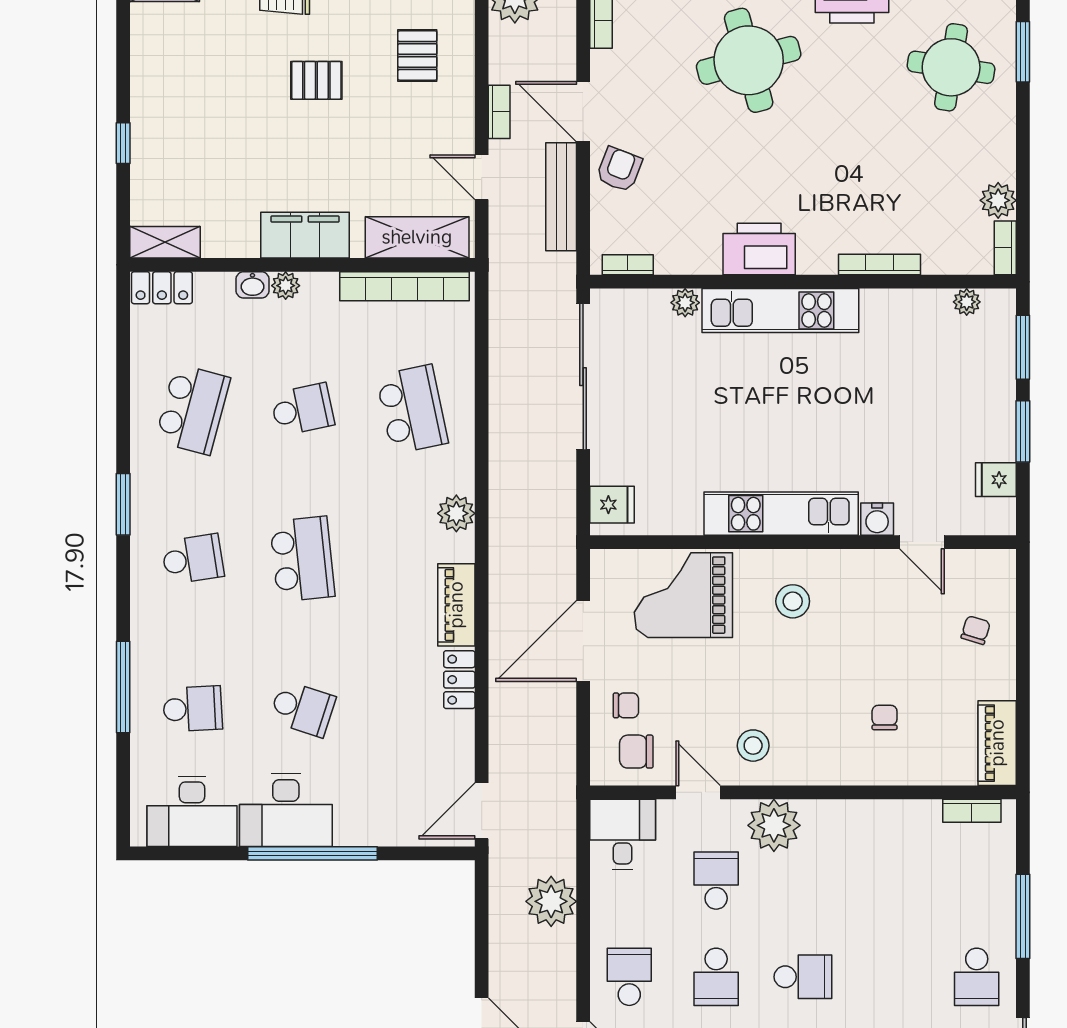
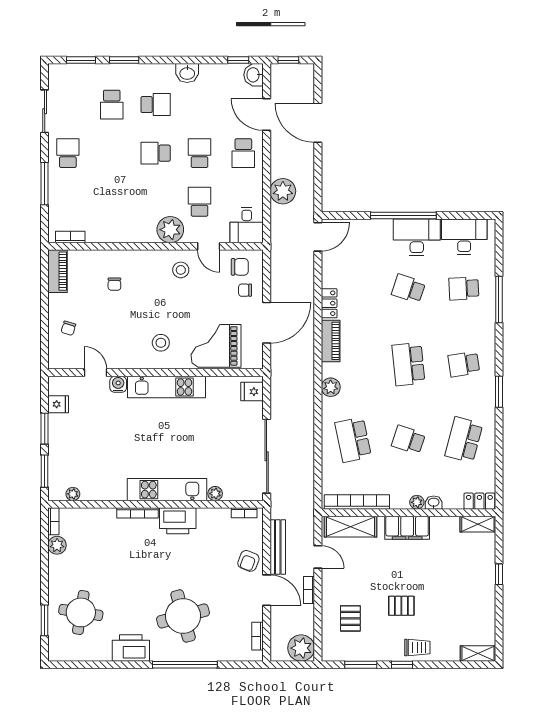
bookcase: (879, 264) -> (138, 513), moved
school desk: (302, 409) -> (408, 440), turned 30
grand piano: (683, 595) -> (216, 346), turned 180
school desk: (716, 881) -> (199, 202), turned 180

